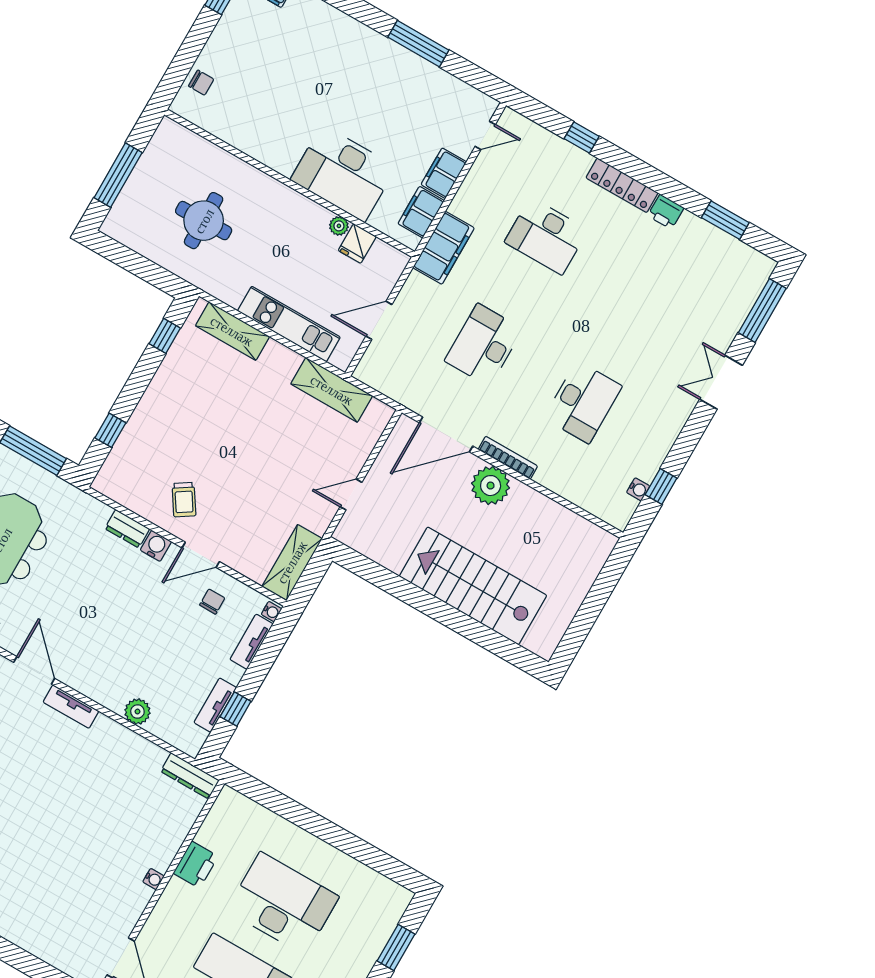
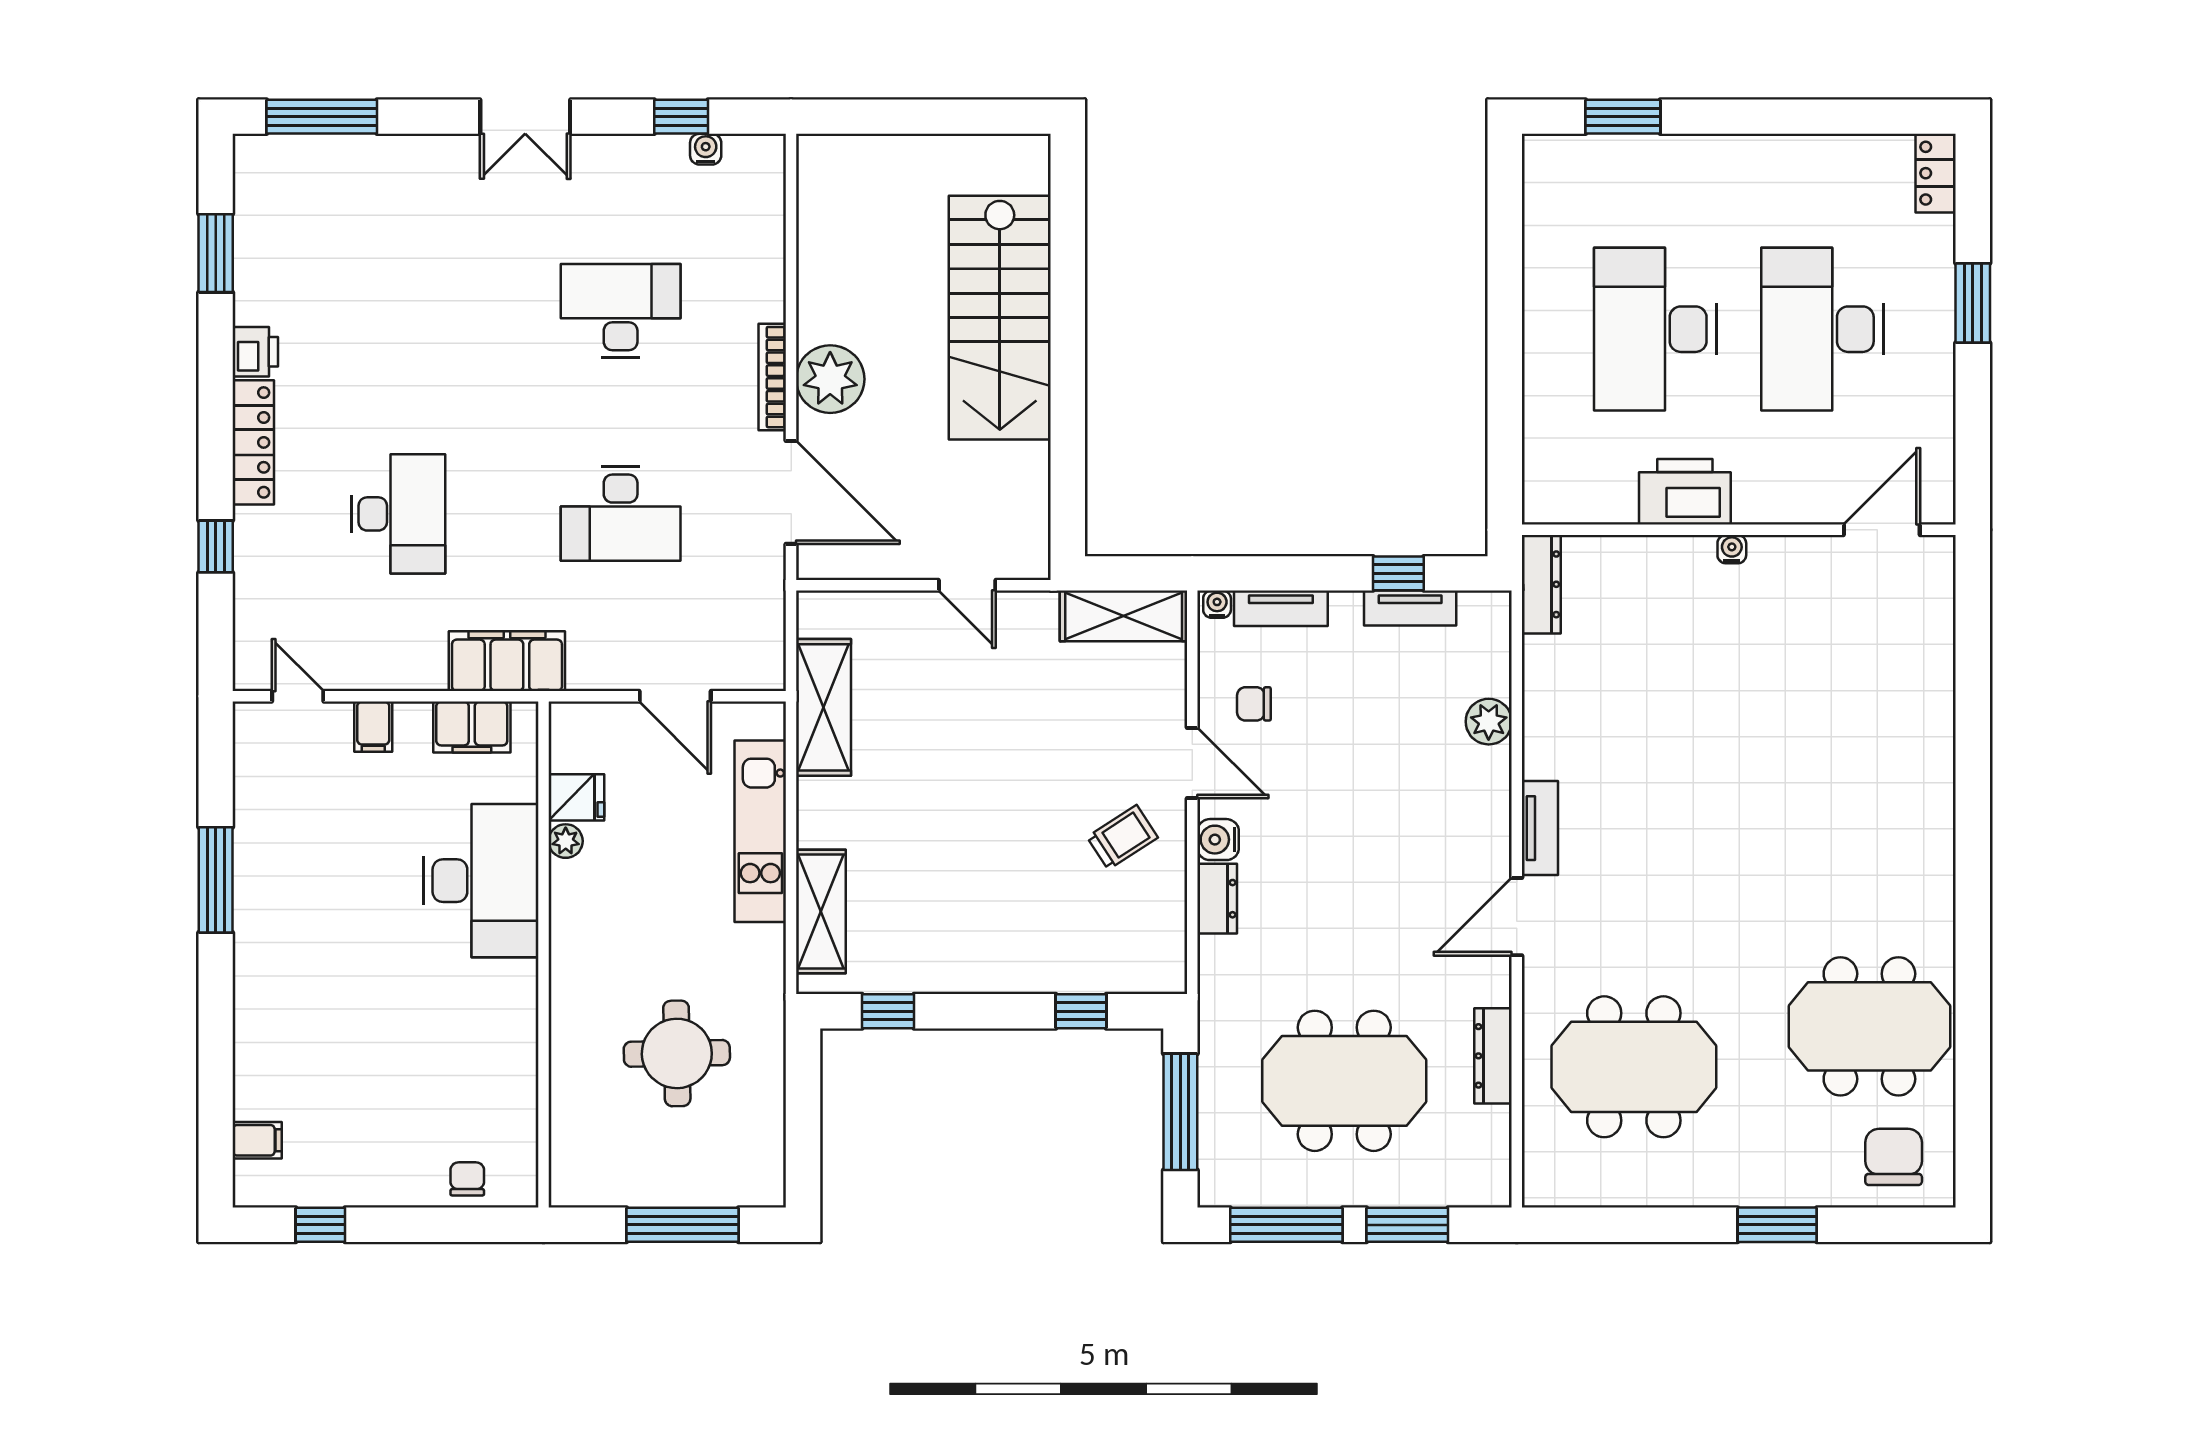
filing cabinet: (444, 173) -> (373, 727), width x0.50
double door: (721, 382) -> (525, 117), moved
printer: (196, 865) -> (1685, 492), width x1.37, depth x1.19

